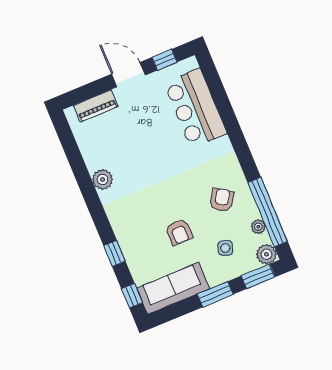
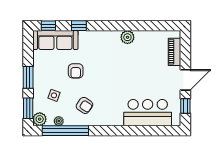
armchair: (179, 232) -> (76, 71), turned -90
sofa: (173, 288) -> (55, 40), moved, turned 90

